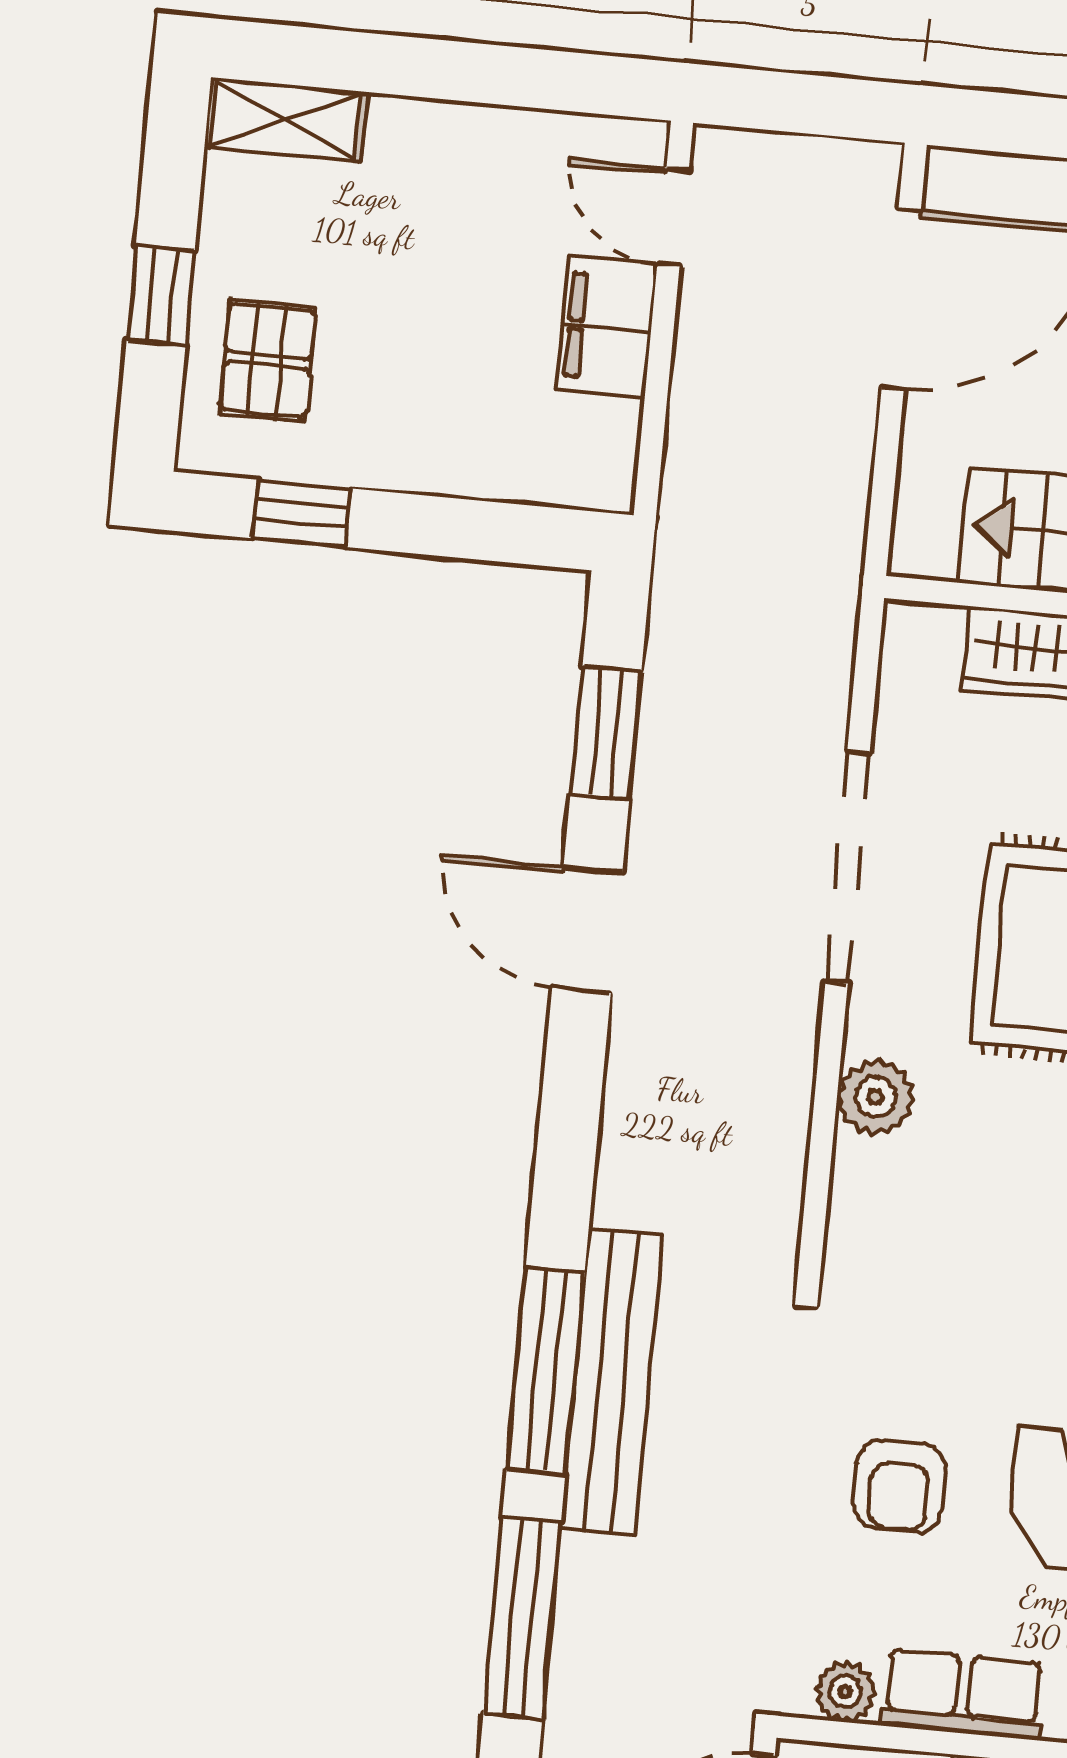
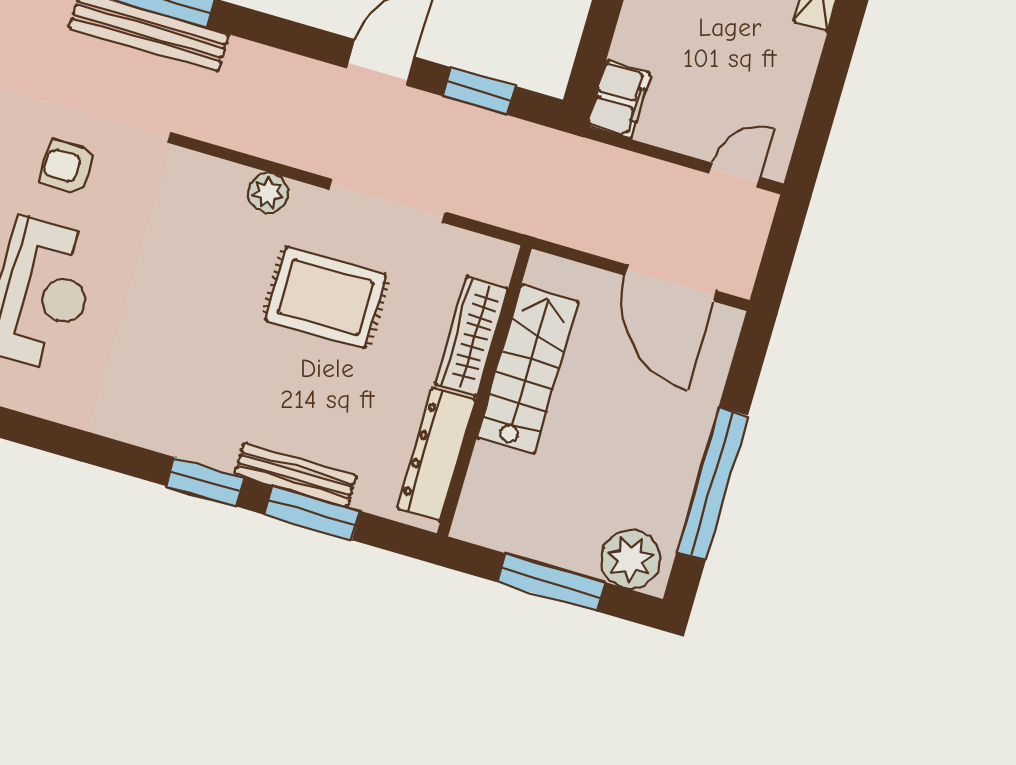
filing cabinet: (607, 328) -> (619, 100), moved, turned 90

